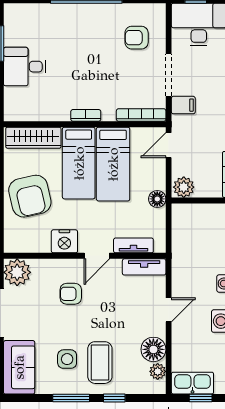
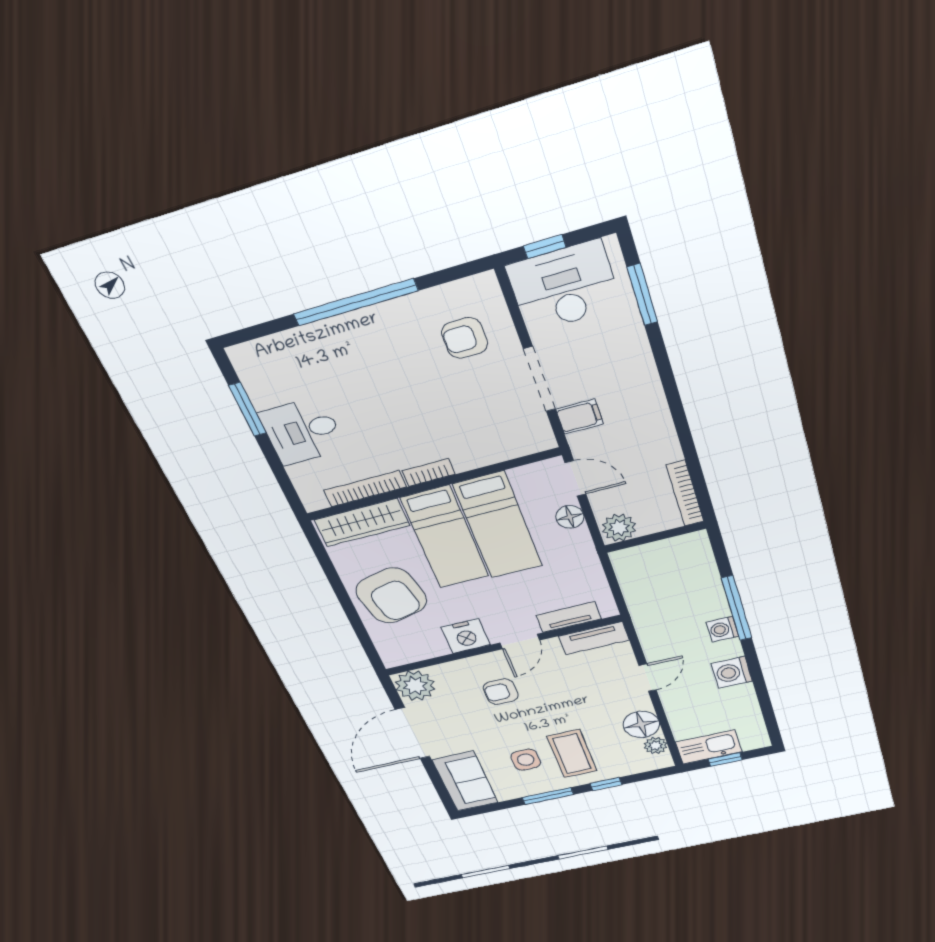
bookcase: (141, 115) -> (365, 489), moved
door: (169, 145) -> (575, 478), swing flipped
floor lamp: (157, 199) -> (570, 517), moved

